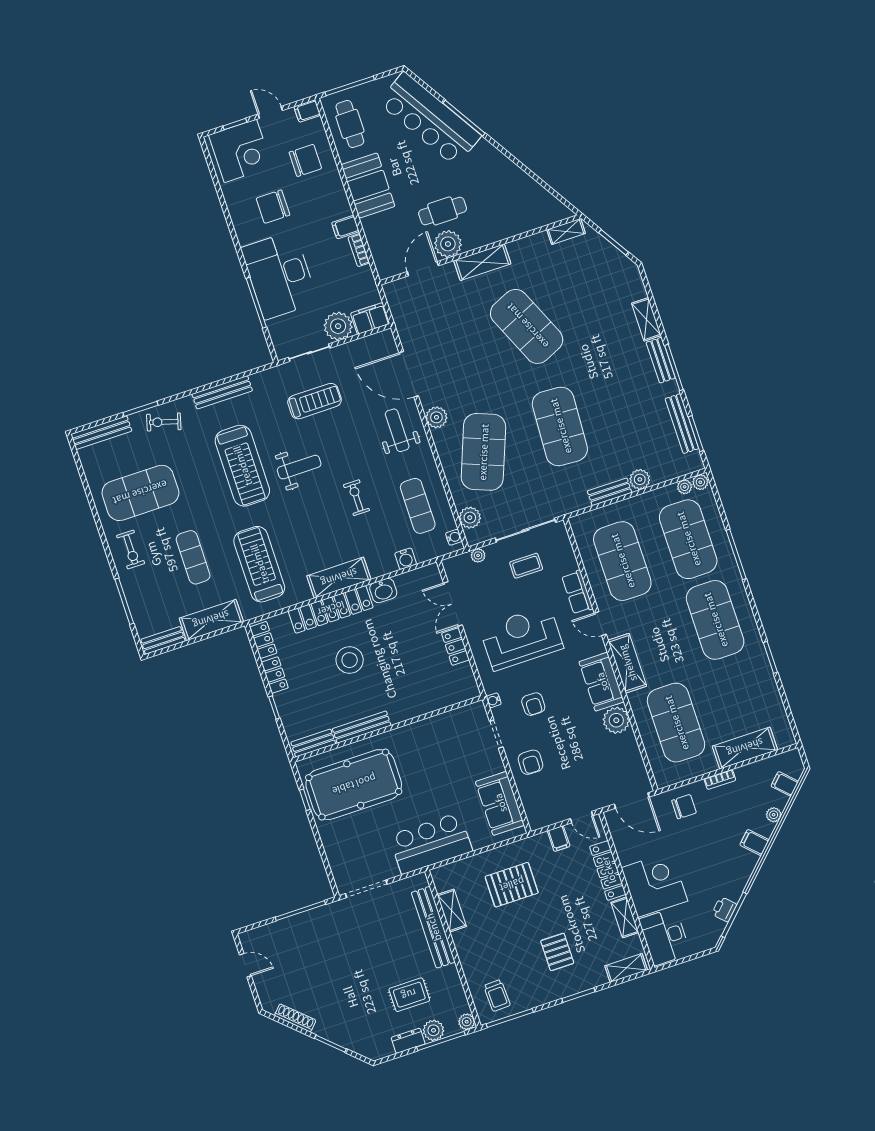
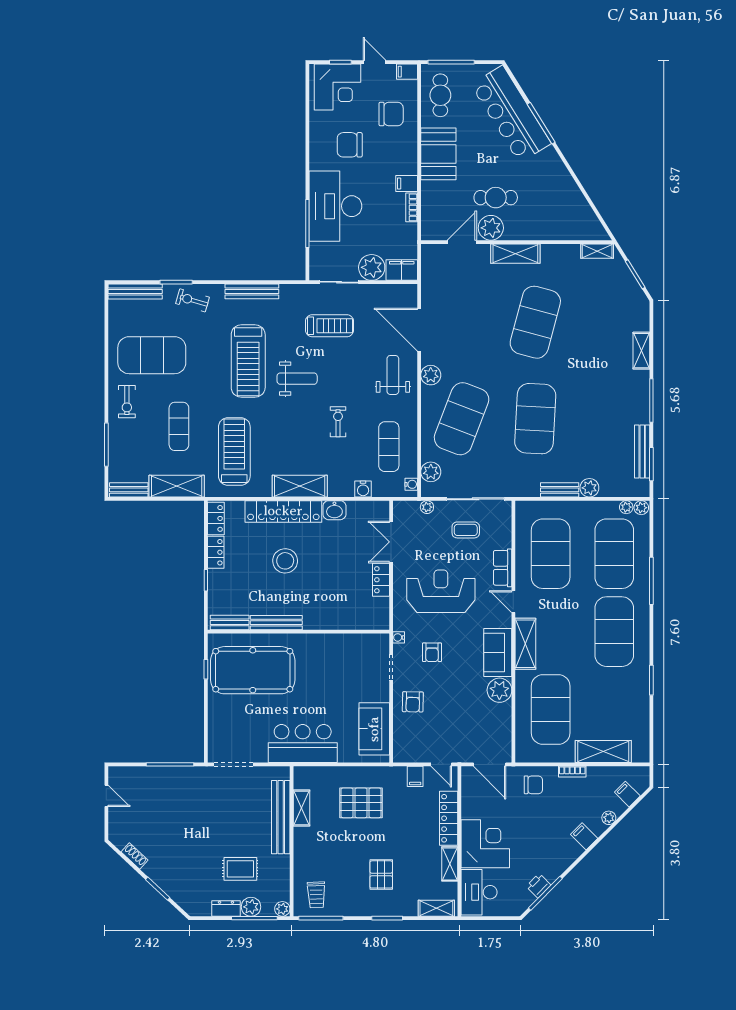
exercise mat: (527, 326) -> (535, 322), turned 39
bench: (661, 360) -> (642, 390), removed
shoe rack: (295, 1018) -> (134, 856), width x0.70

